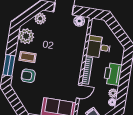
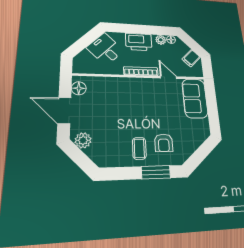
plant: (26, 36) -> (111, 156), removed
desk: (99, 47) -> (105, 49), moved, turned 135

